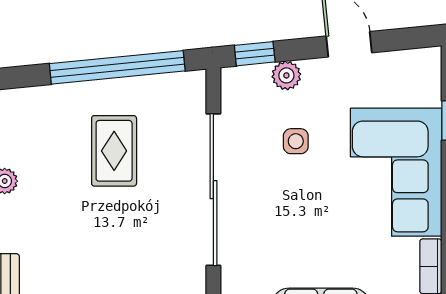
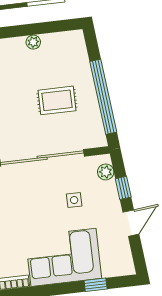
window: (255, 54) -> (123, 188), moved
plant: (286, 75) -> (106, 172), moved

